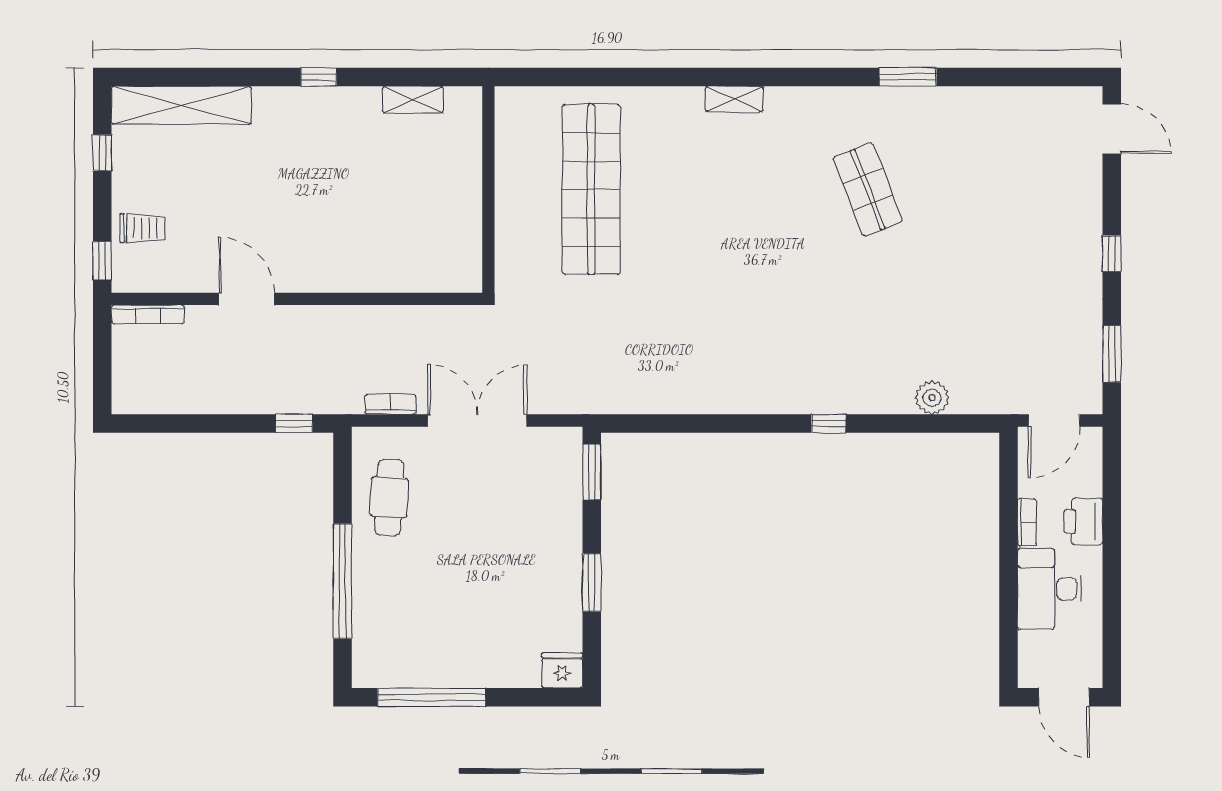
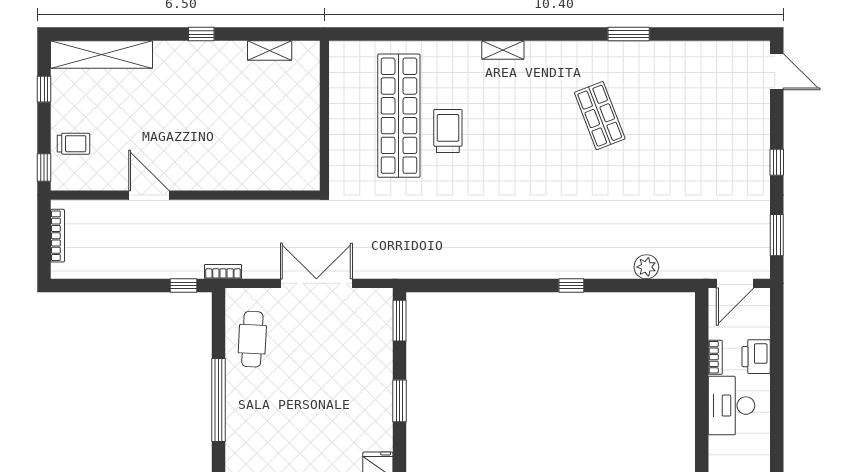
trolley: (659, 210) -> (448, 131), added
bookcase: (148, 314) -> (58, 236), moved, turned -90
bookcase: (390, 404) -> (223, 272), moved

